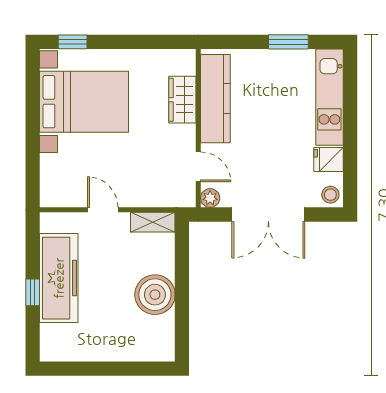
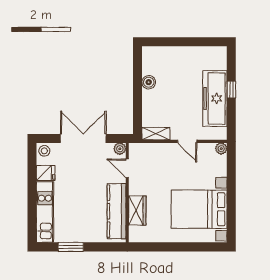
window: (73, 42) -> (206, 247), removed
plant: (49, 198) -> (221, 149), added
boiler: (155, 295) -> (149, 82), width x0.54, depth x0.54

